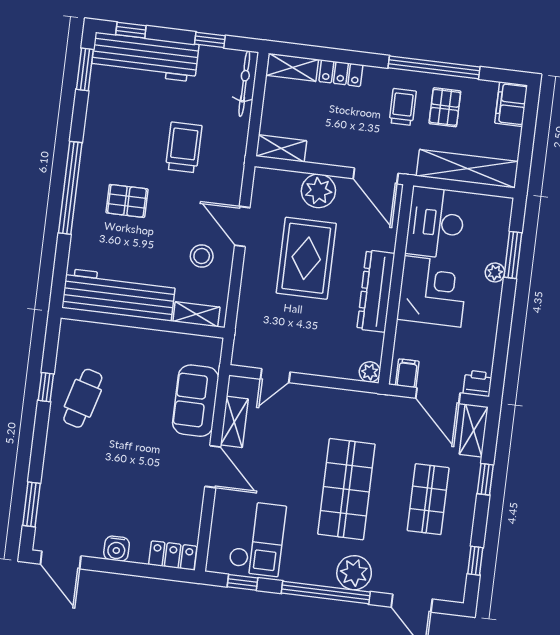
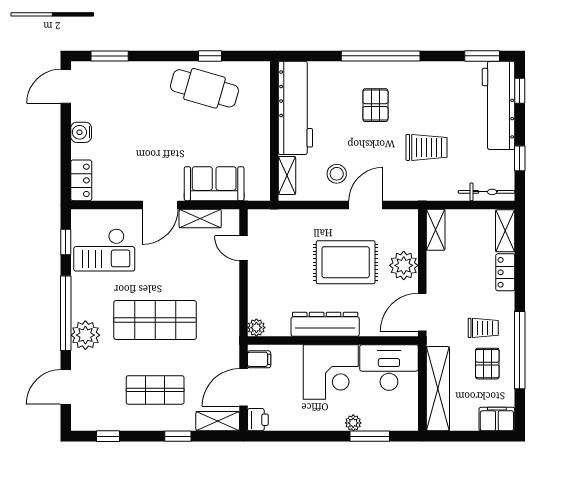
pallet: (445, 107) -> (487, 364), turned 90
cafe table: (83, 398) -> (204, 88), width x1.37, depth x1.35

